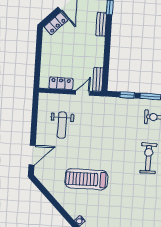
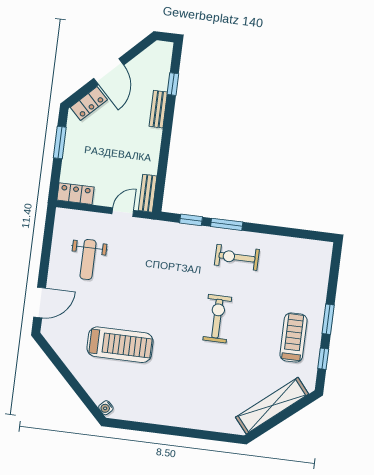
window: (39, 50) -> (60, 143), added
locker: (61, 83) -> (75, 194), moved
treadmill: (86, 179) -> (120, 345), turned 180

